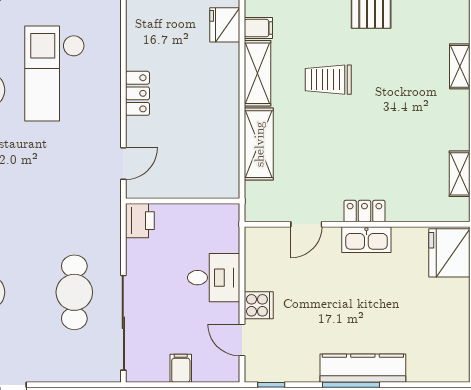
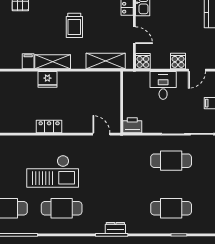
fridge: (225, 25) -> (47, 79), moved
trolley: (328, 80) -> (74, 25), moved
locker: (138, 93) -> (49, 127), moved
shelving: (259, 144) -> (106, 61), moved
cooker: (259, 240) -> (143, 61), added

